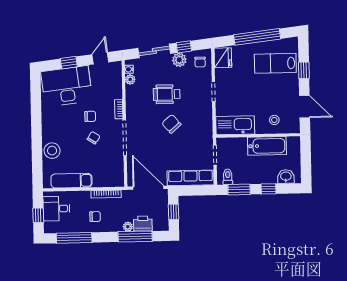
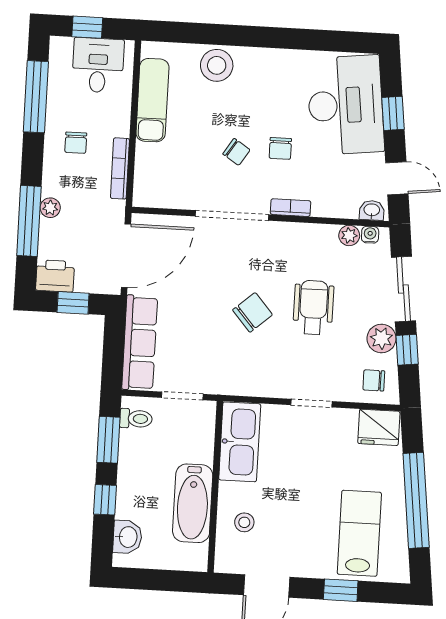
washbasin: (117, 69) -> (372, 210), added
printer: (143, 224) -> (55, 276), moved, turned -90

